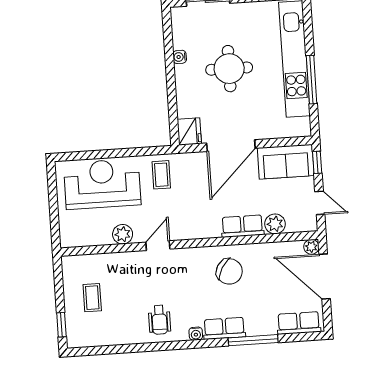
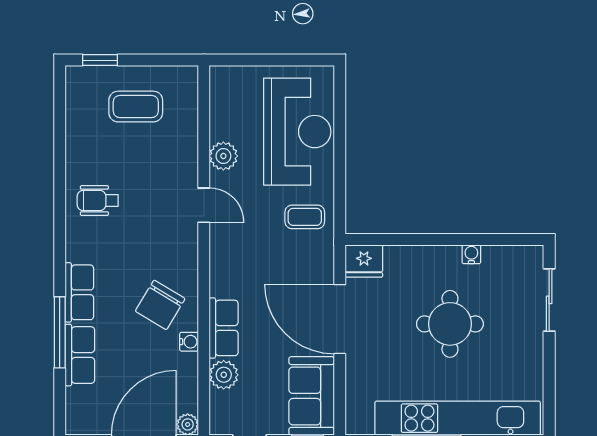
coffee table: (92, 298) -> (136, 107), width x1.36, depth x1.30
row of seats: (299, 323) -> (80, 355), moved
water cooler: (196, 334) -> (189, 342), moved, turned 180

